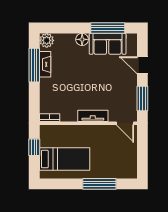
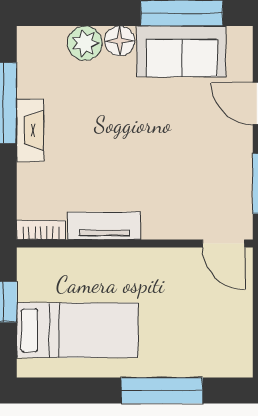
plant: (47, 40) -> (85, 43), moved
fireplace: (45, 64) -> (30, 130), moved
tv unit: (93, 116) -> (104, 226), moved

